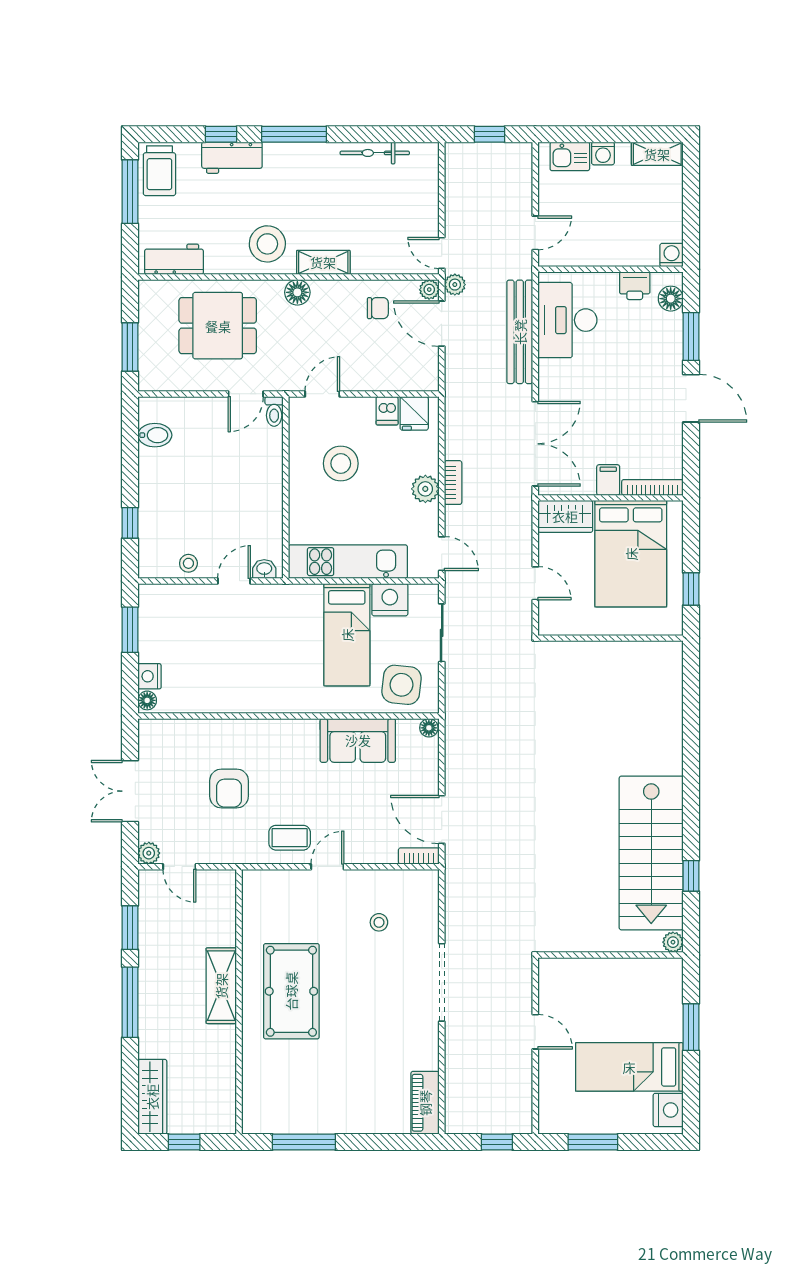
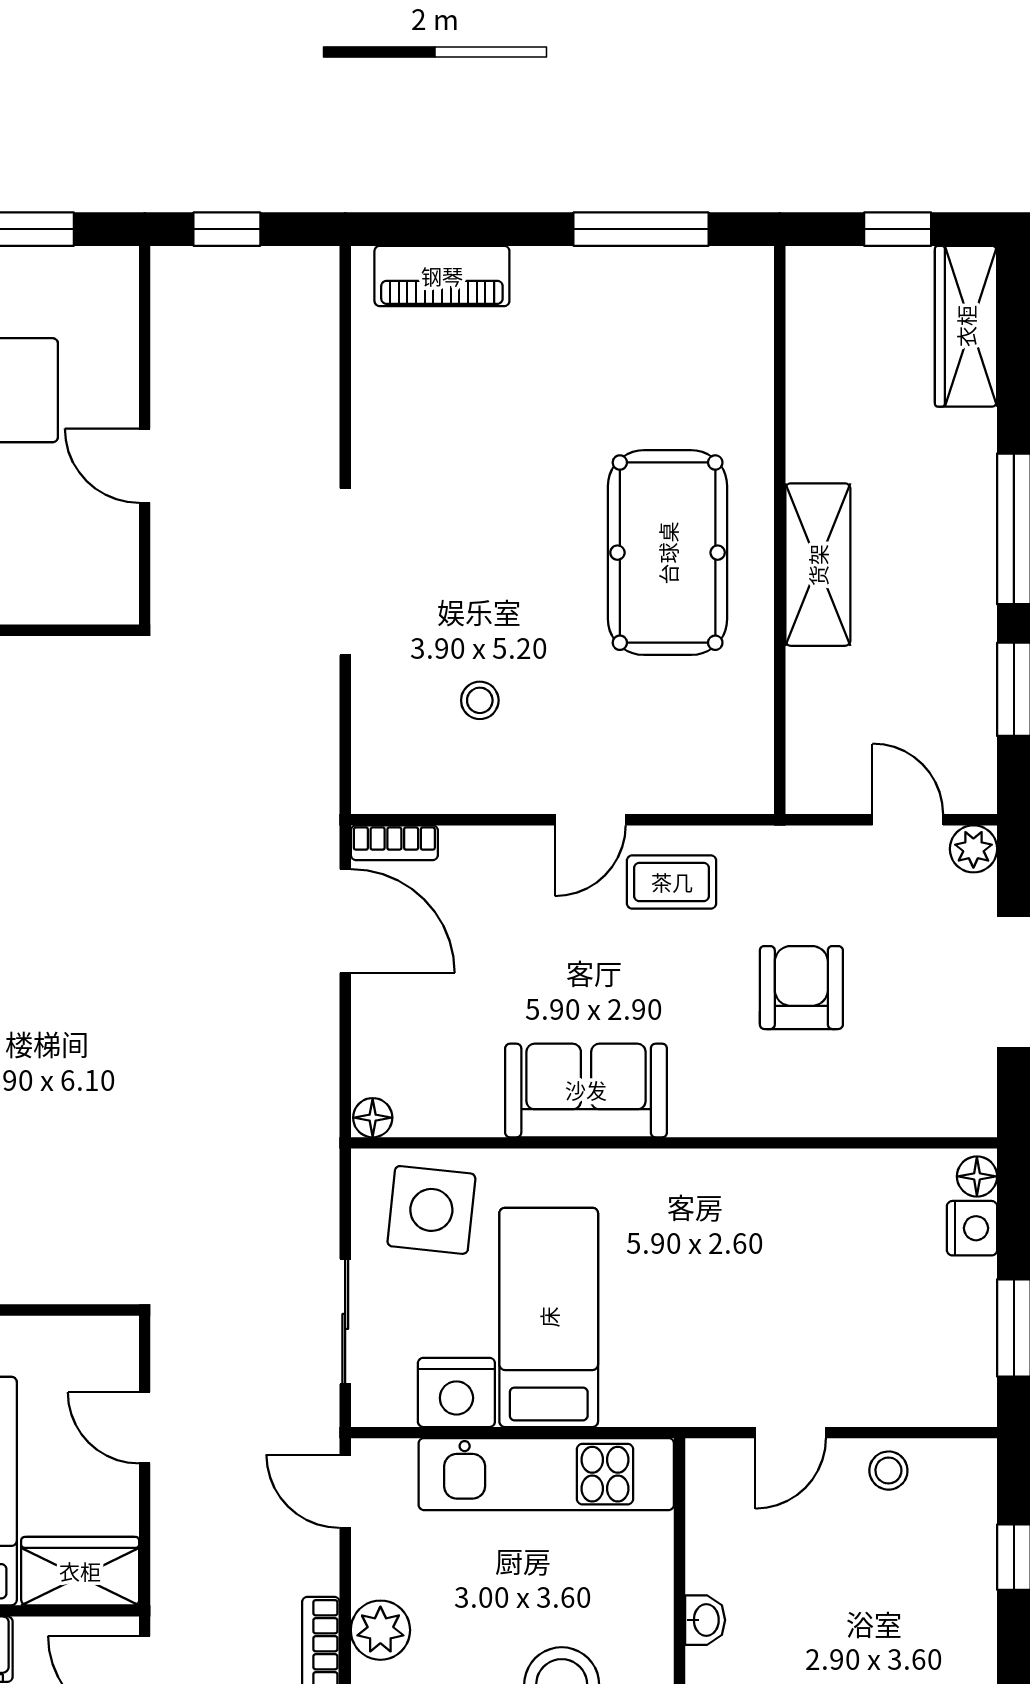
washbasin: (264, 569) -> (705, 1620), moved, turned -90
sofa: (358, 740) -> (586, 1090), moved
piano: (425, 1103) -> (442, 276), moved, turned 90

